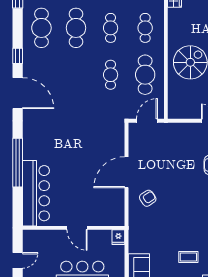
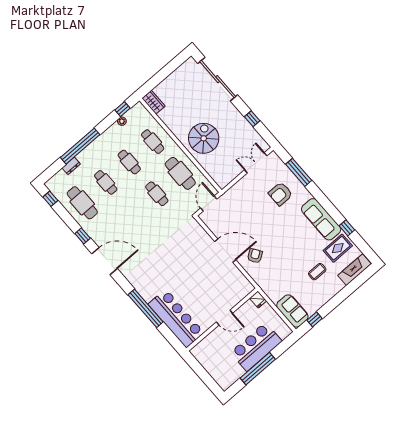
cafe table: (76, 28) -> (106, 182), width x0.73, depth x0.74
door: (126, 172) -> (225, 251), swing flipped
door: (18, 260) -> (203, 375), removed

